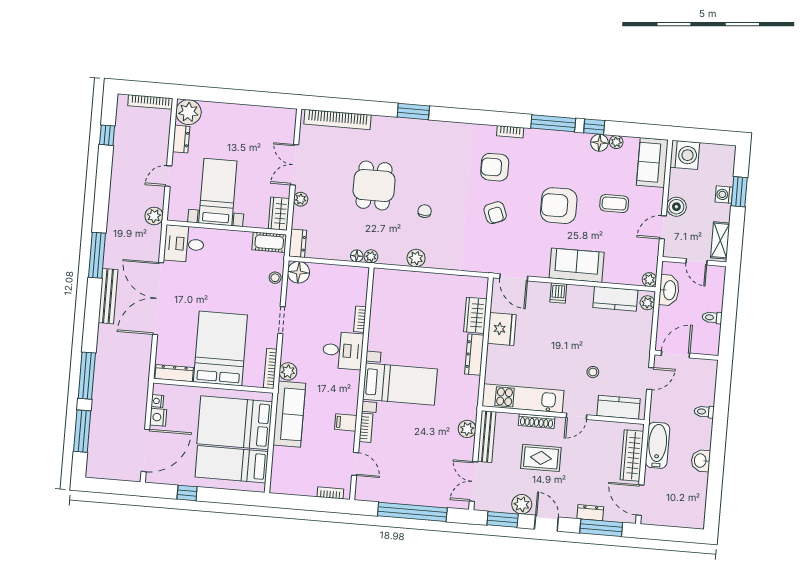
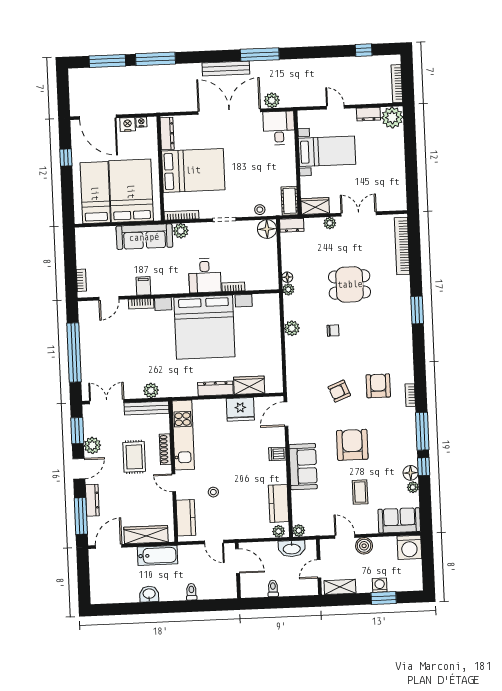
plant: (154, 216) -> (272, 100), moved
bed with nightstands: (400, 384) -> (204, 327), width x1.85
dresser: (590, 513) -> (92, 500), width x1.44

